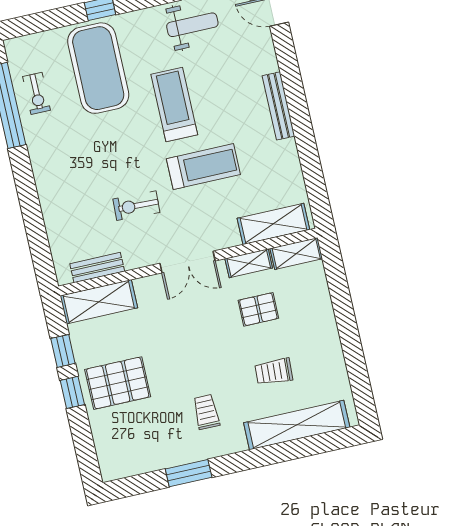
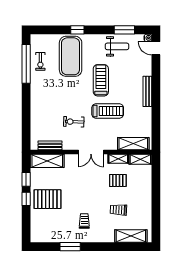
shelving: (297, 425) -> (131, 236), width x0.68

